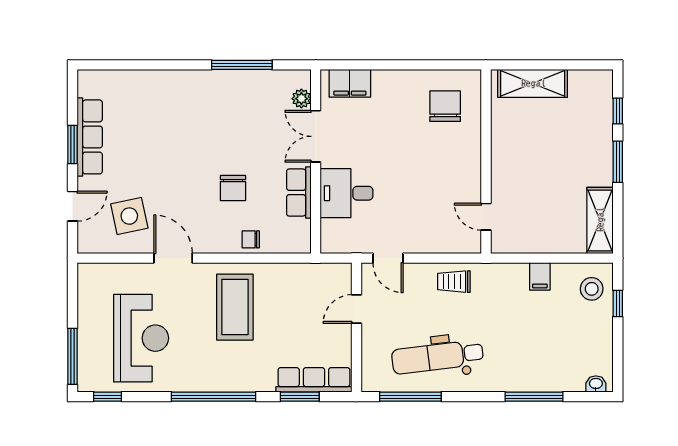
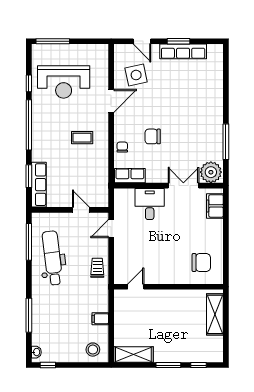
plant: (301, 99) -> (211, 172), width x1.88, depth x1.88
row of seats: (299, 193) -> (130, 176), moved
window: (618, 303) -> (48, 365), moved
coffee table: (235, 307) -> (82, 138), width x0.54, depth x0.58
window: (108, 397) -> (29, 83), moved

